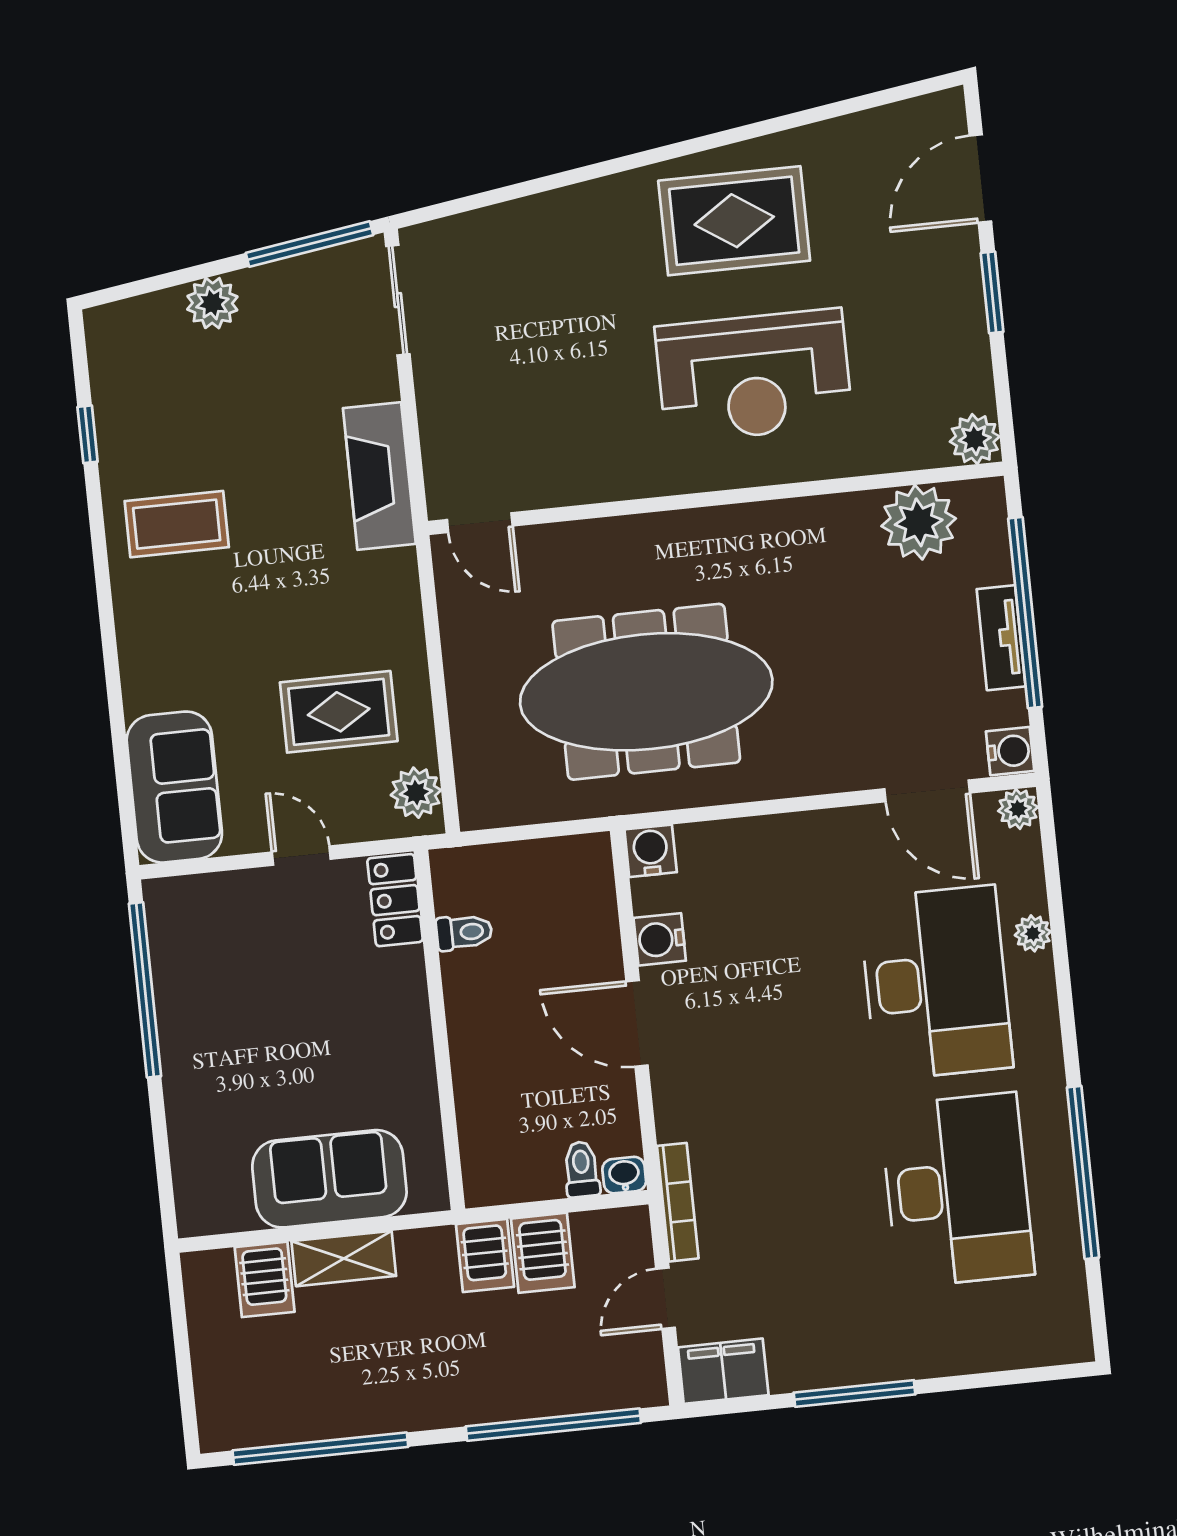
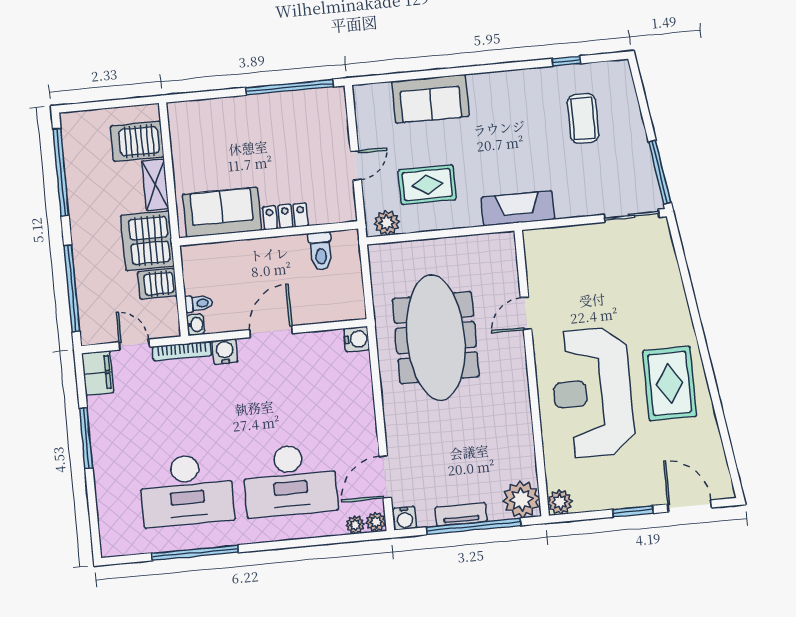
plant: (212, 303) -> (631, 124), removed
reception desk: (754, 376) -> (592, 393), width x1.36, depth x1.30
fireplace: (379, 476) -> (518, 208), moved
plant: (919, 522) -> (521, 500), moved
door: (480, 523) -> (526, 313), moved
coffee table: (177, 524) -> (583, 118), moved
rug: (339, 712) -> (427, 185), turned 90
sofa: (174, 787) -> (430, 99), moved
locker: (395, 900) -> (285, 216), moved
toilet: (464, 932) -> (321, 251), width x1.37, depth x1.39
plant: (1033, 933) -> (355, 525), moved
water cooler: (660, 939) -> (225, 352), moved
sofa: (329, 1179) -> (222, 212), moved, turned -90
server rack: (485, 1256) -> (147, 241), width x2.18, depth x1.44
server rack: (265, 1279) -> (137, 141), width x1.36, depth x1.44

